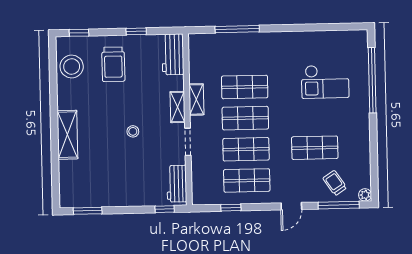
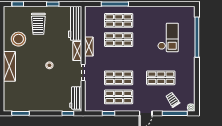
workbench: (173, 54) -> (75, 23), width x1.37
stool: (72, 67) -> (18, 39), moved
checkout: (325, 82) -> (168, 37), turned -90
shop shelf: (245, 118) -> (119, 20), moved

